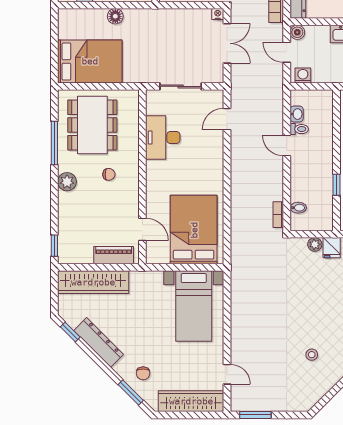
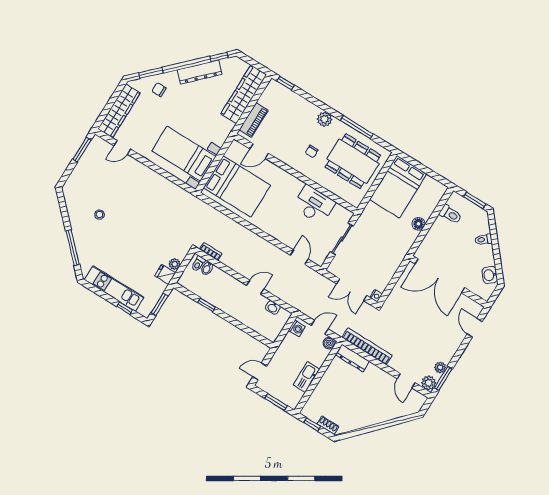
toilet: (299, 129) -> (198, 264), moved

